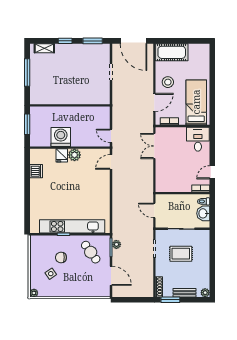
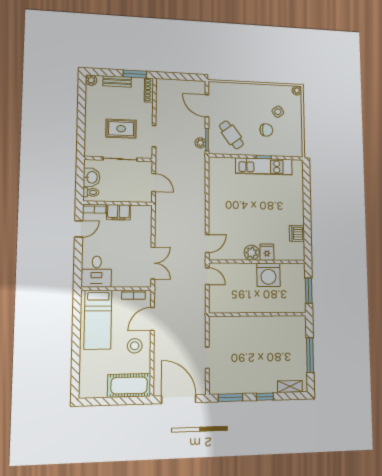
filing cabinet: (182, 186) -> (118, 212), added
kitchen unit: (72, 226) -> (264, 166), width x0.73

